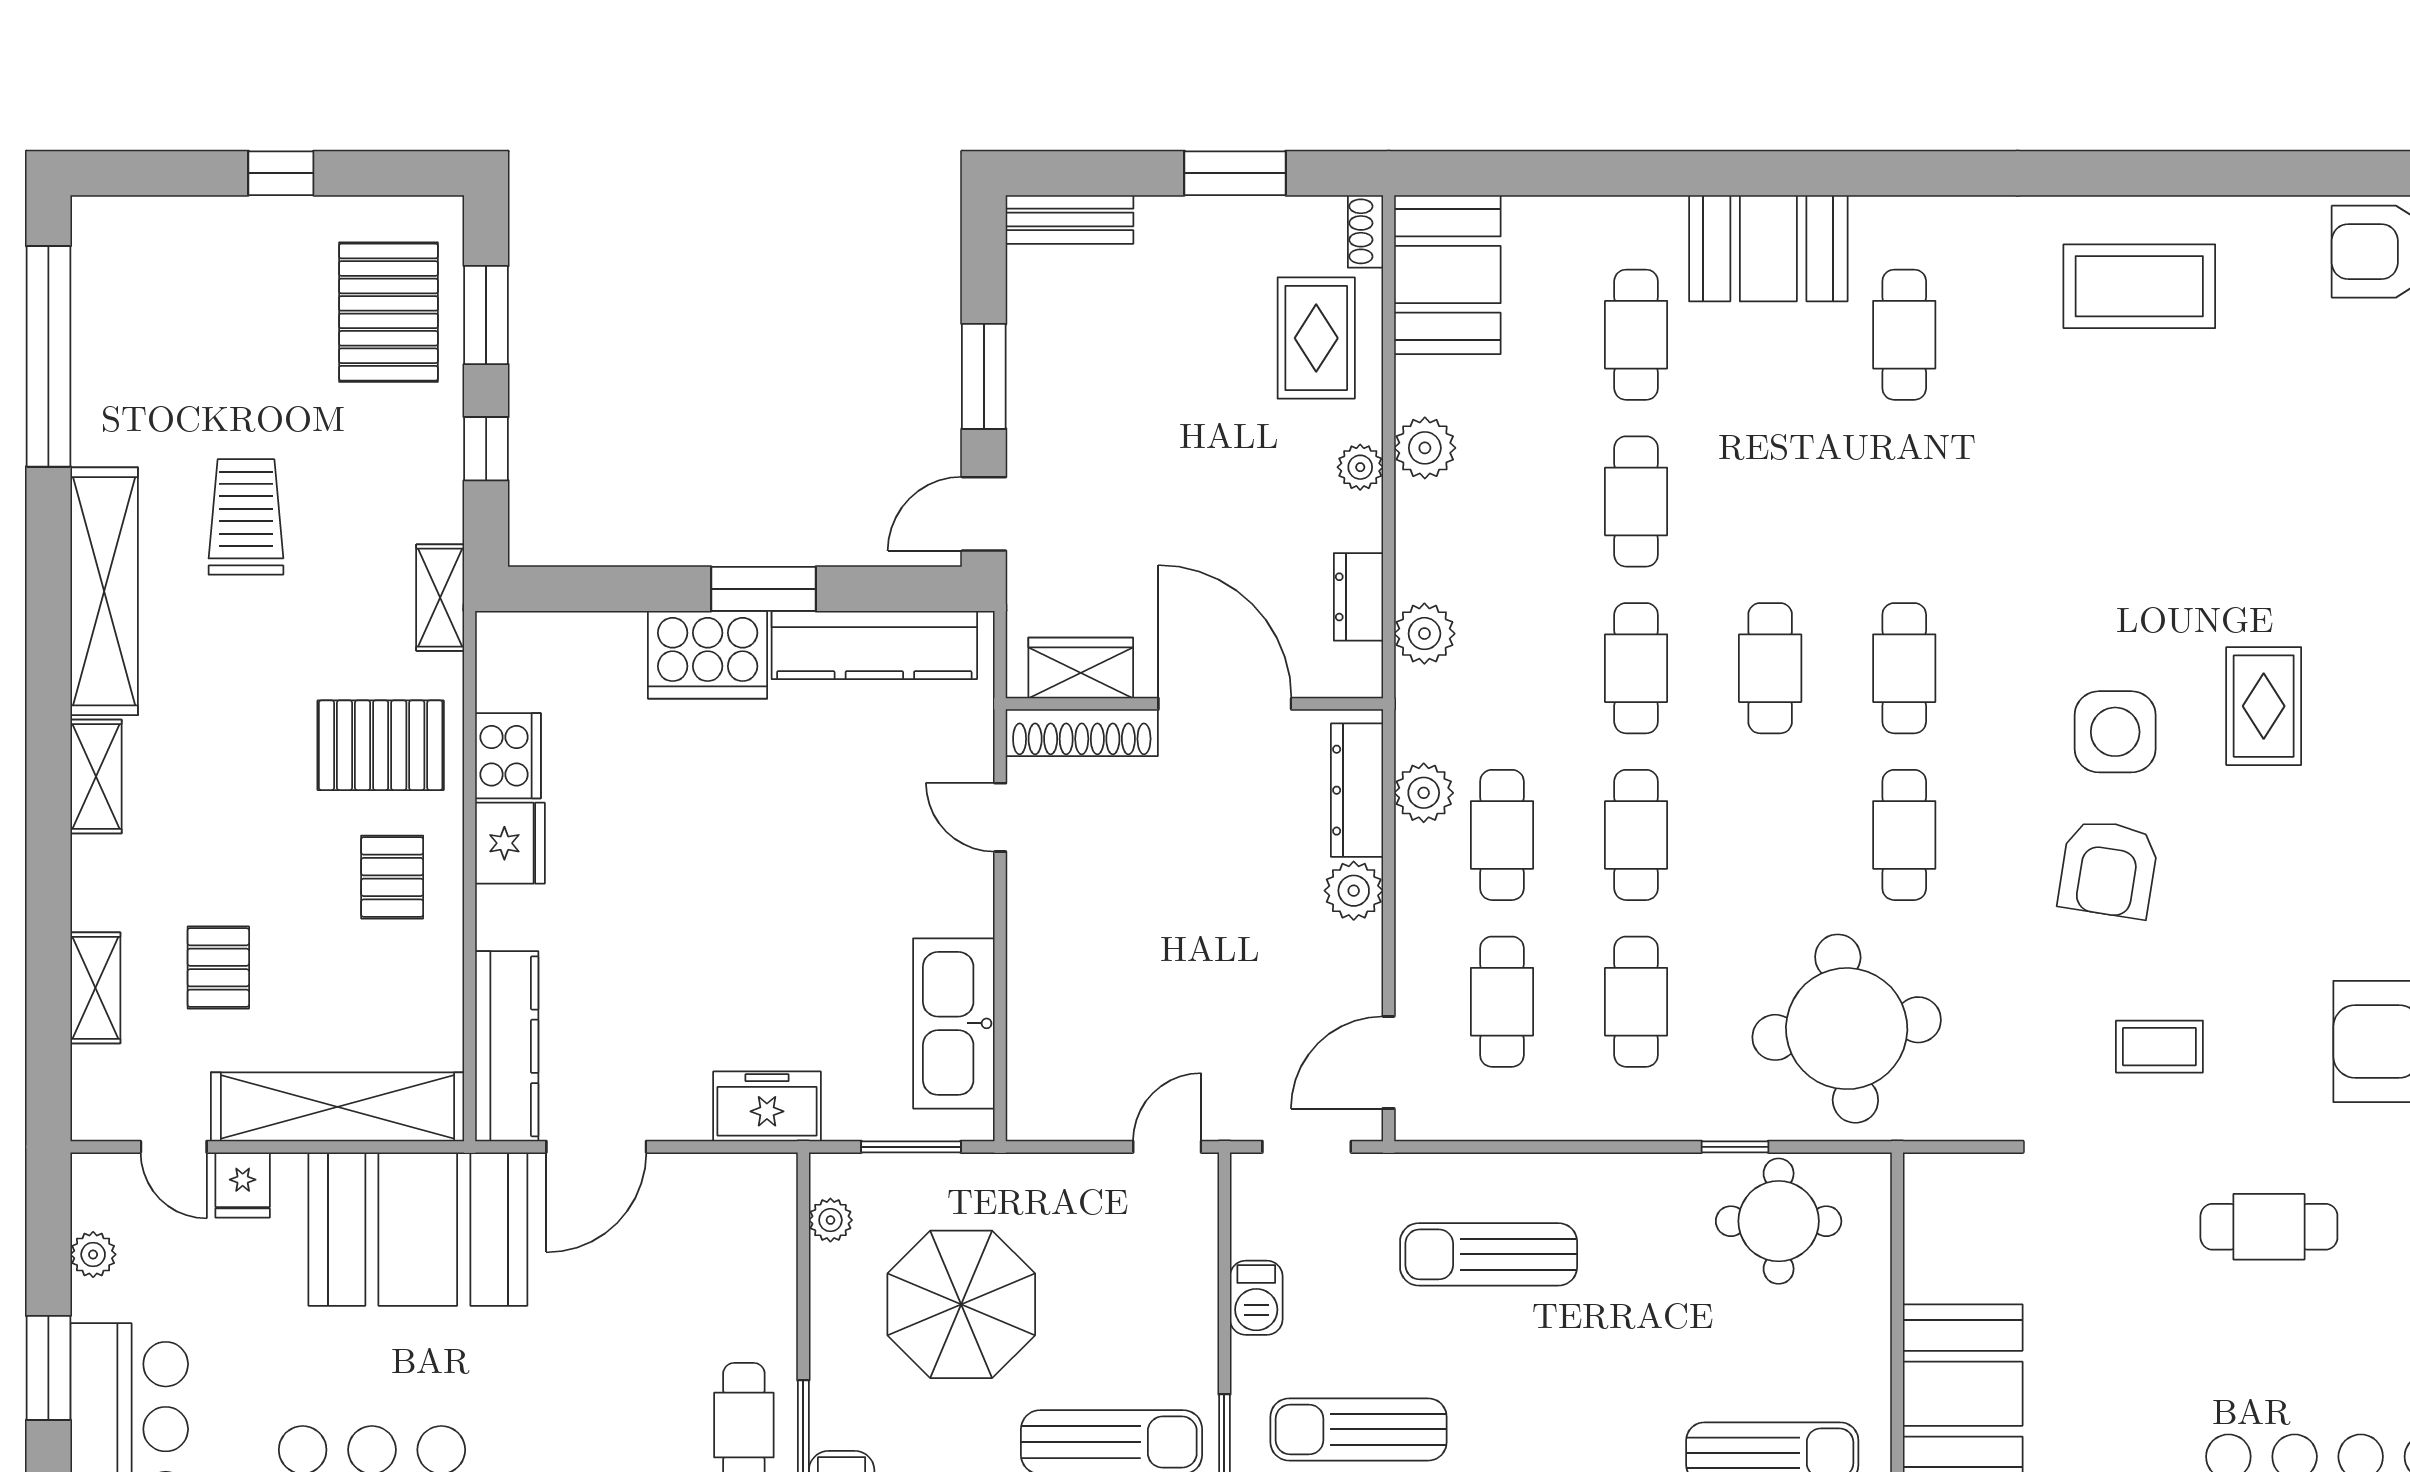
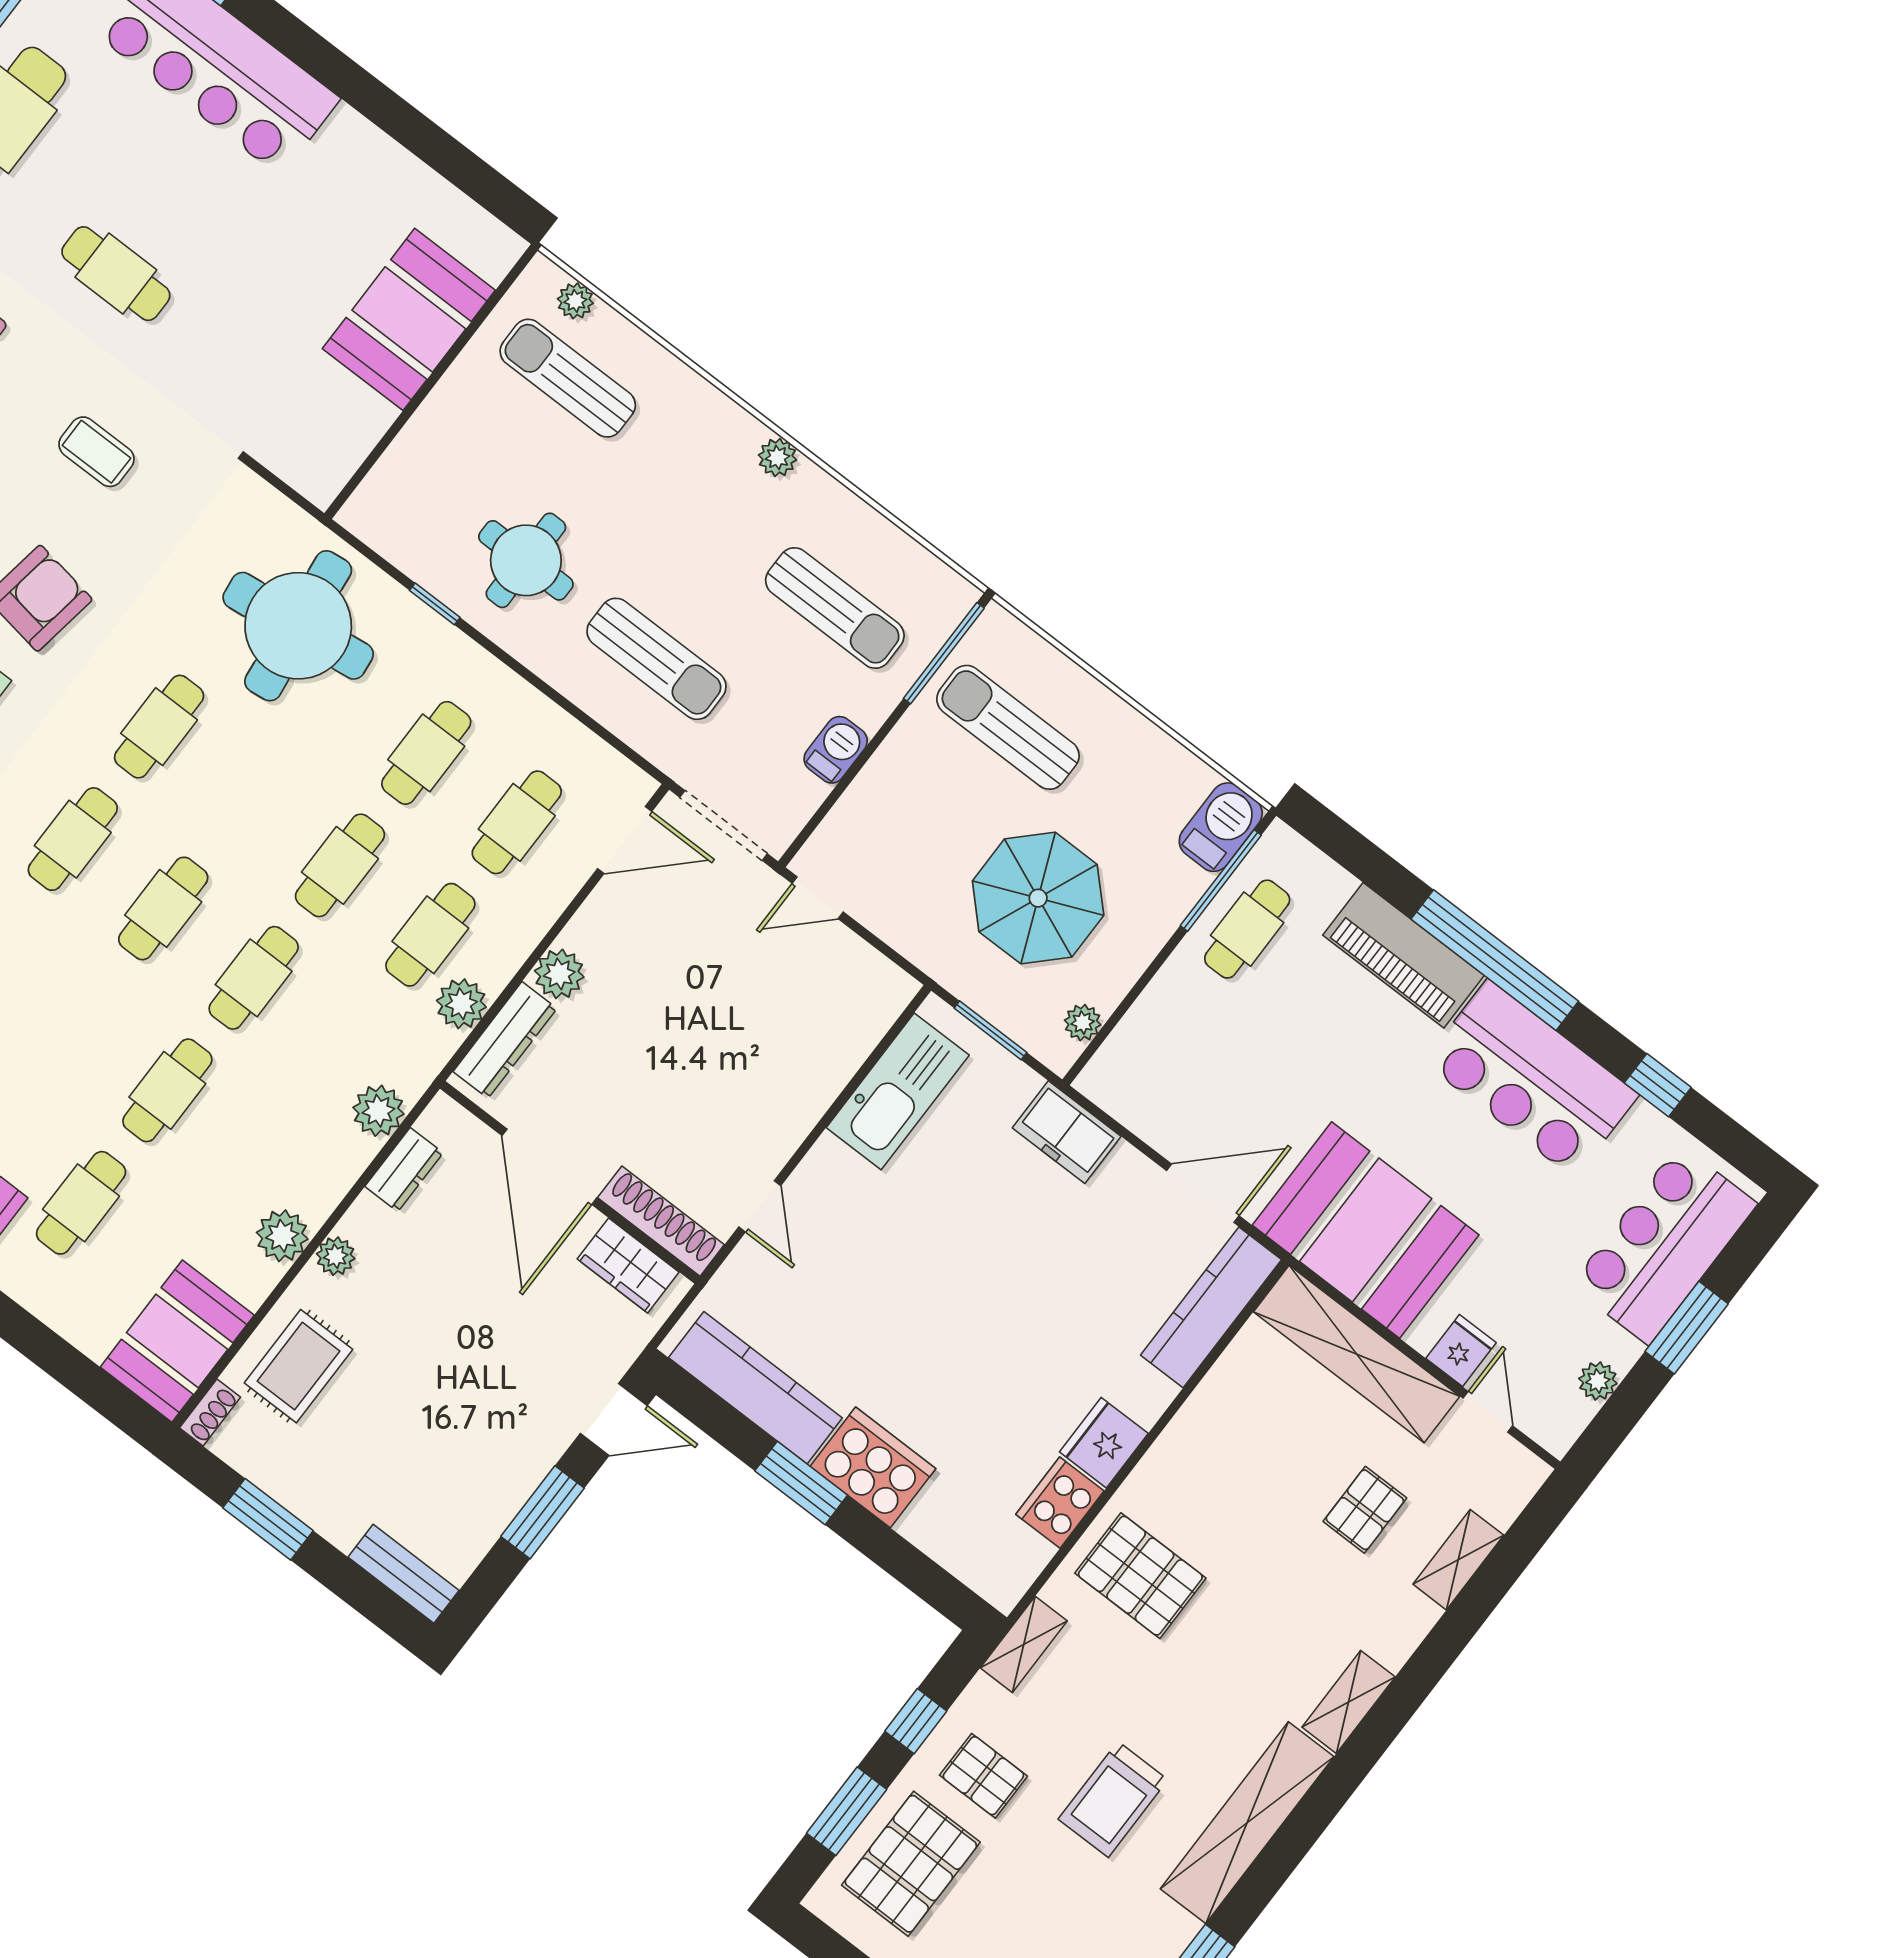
pallet: (392, 877) -> (983, 1776), moved, turned 90
doorway: (1307, 1147) -> (724, 826), width x1.38
round table: (1779, 1221) -> (526, 560), moved

